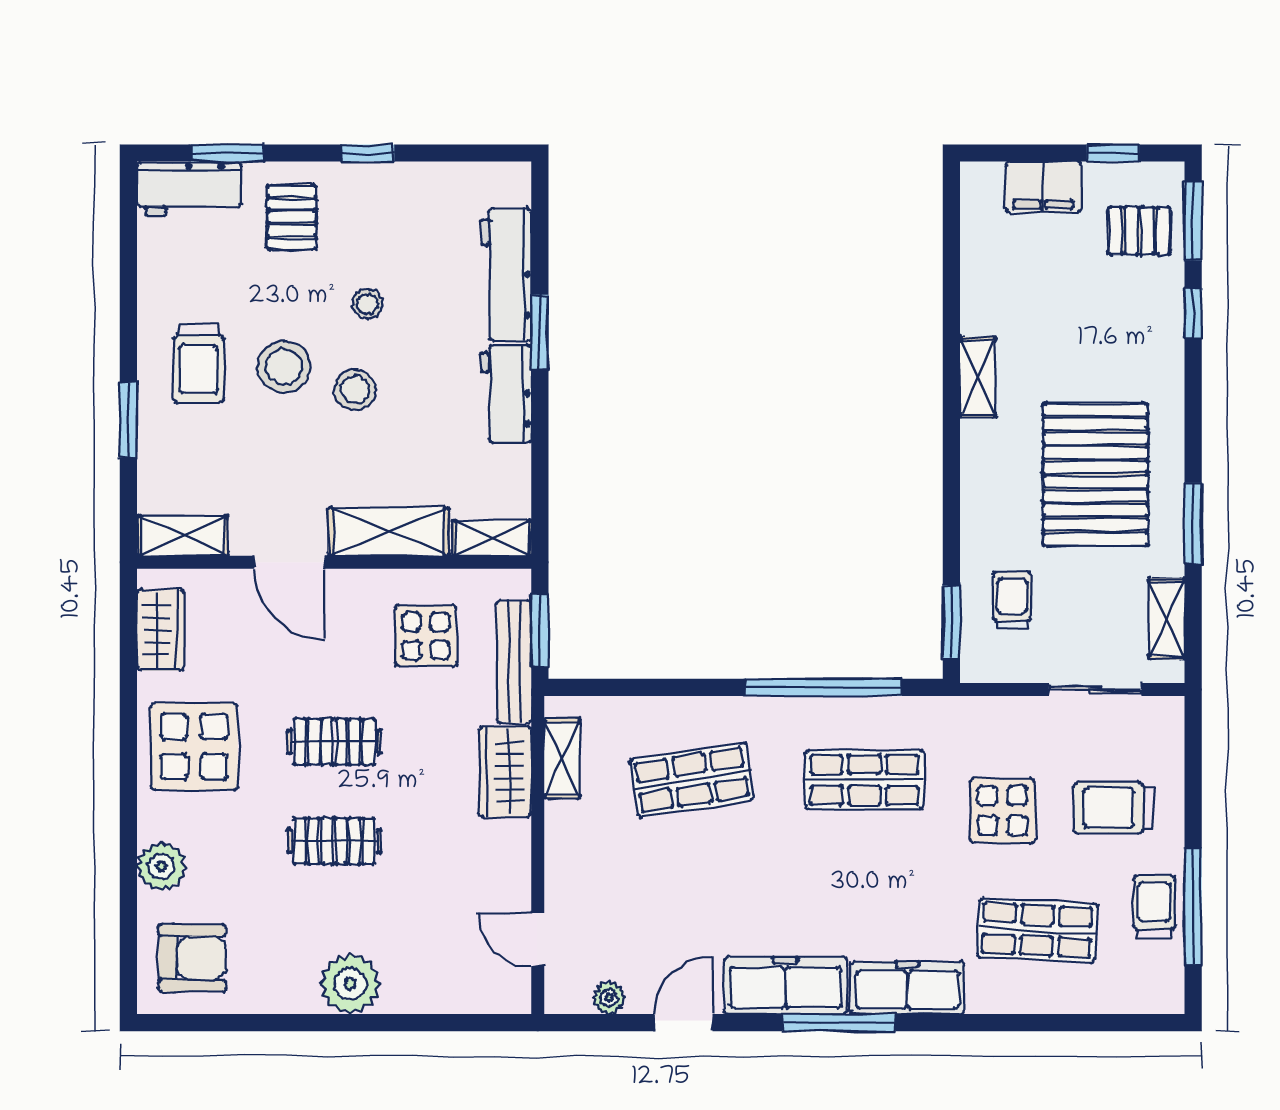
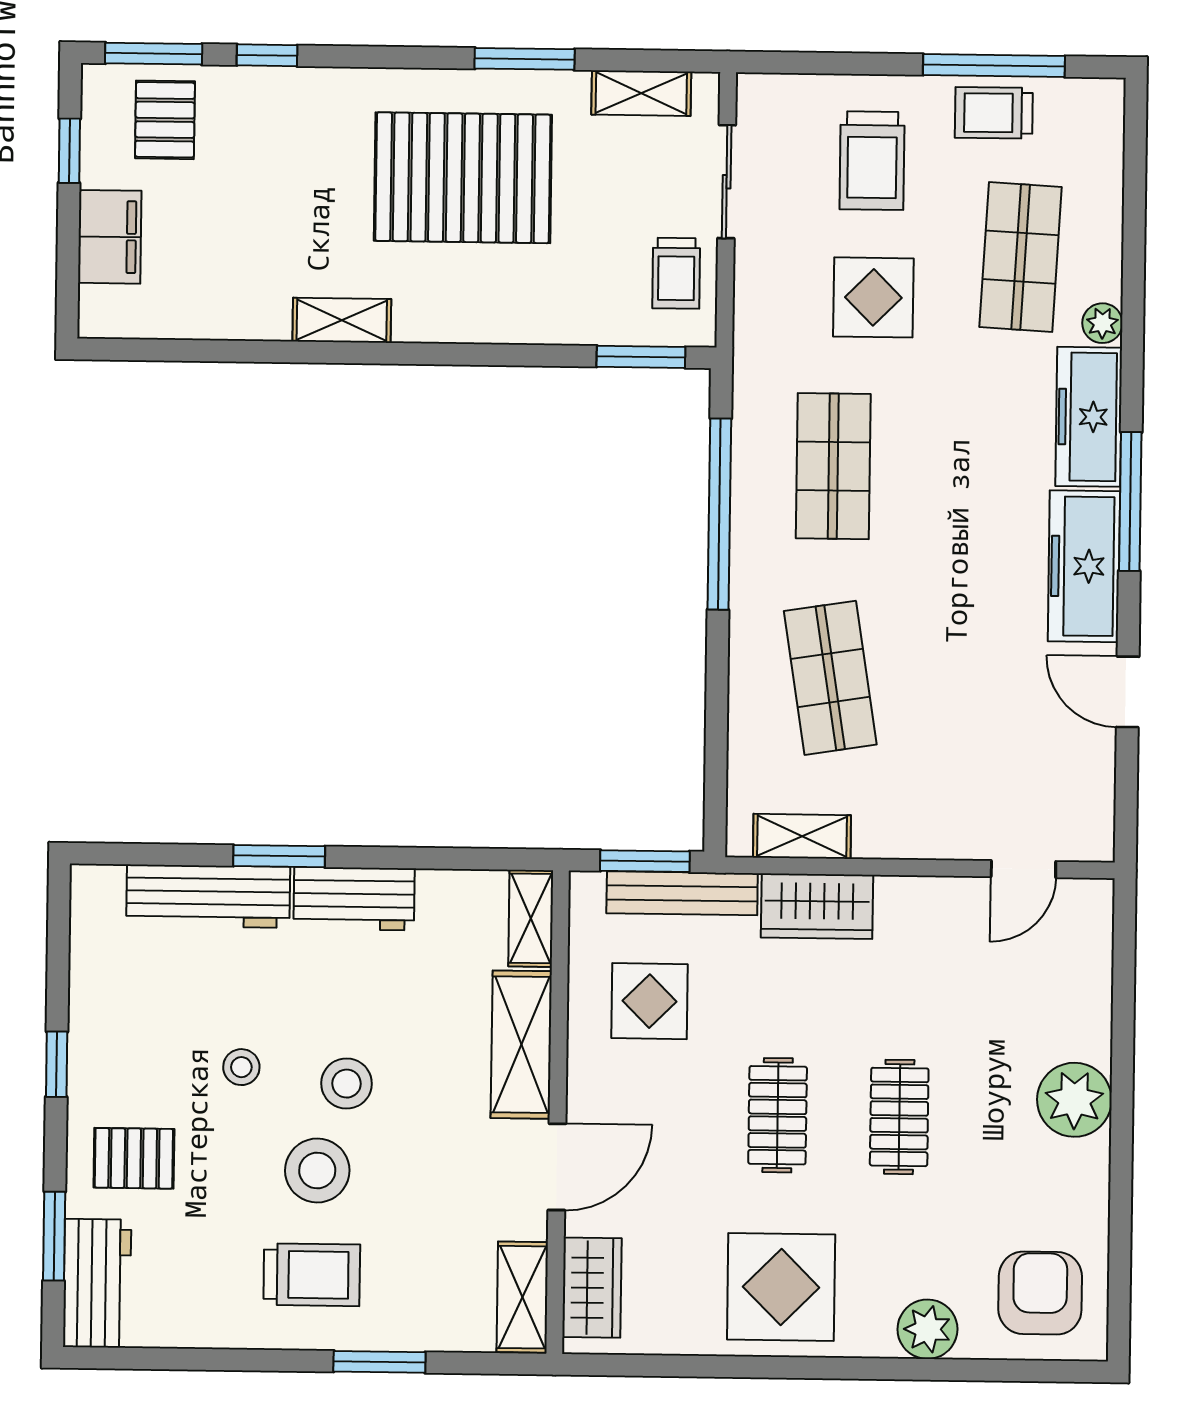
trolley: (1012, 600) -> (676, 273), moved, turned -90
wardrobe: (161, 630) -> (592, 1288), moved, turned 90
plant: (609, 998) -> (1102, 323), moved

